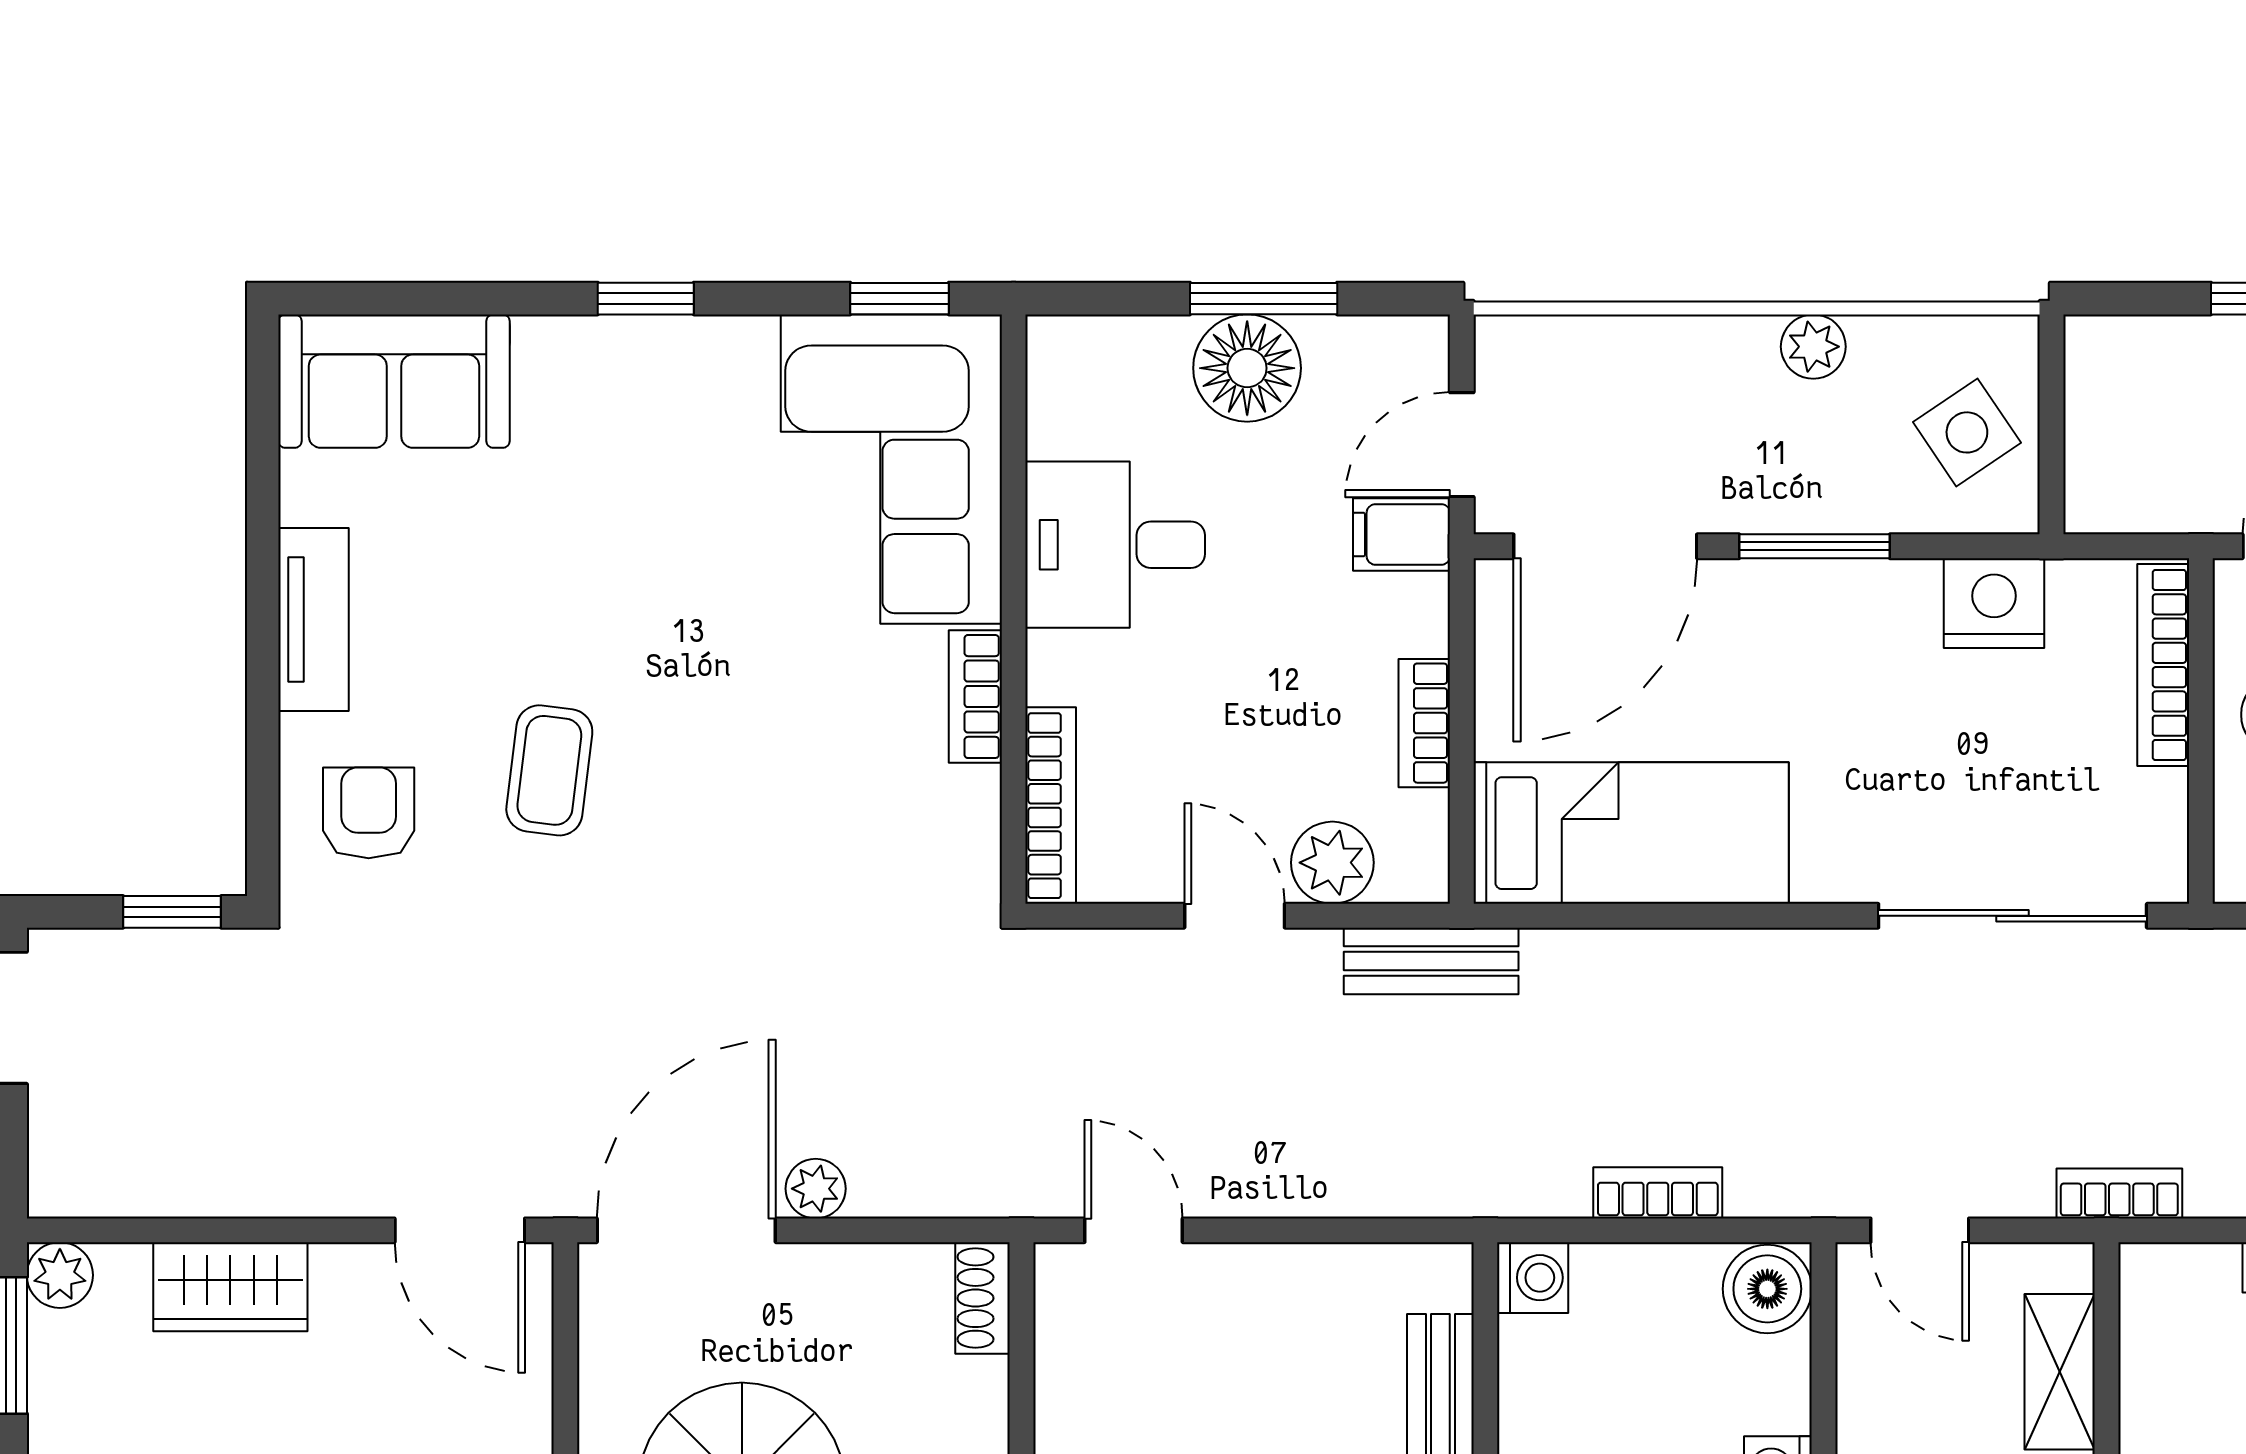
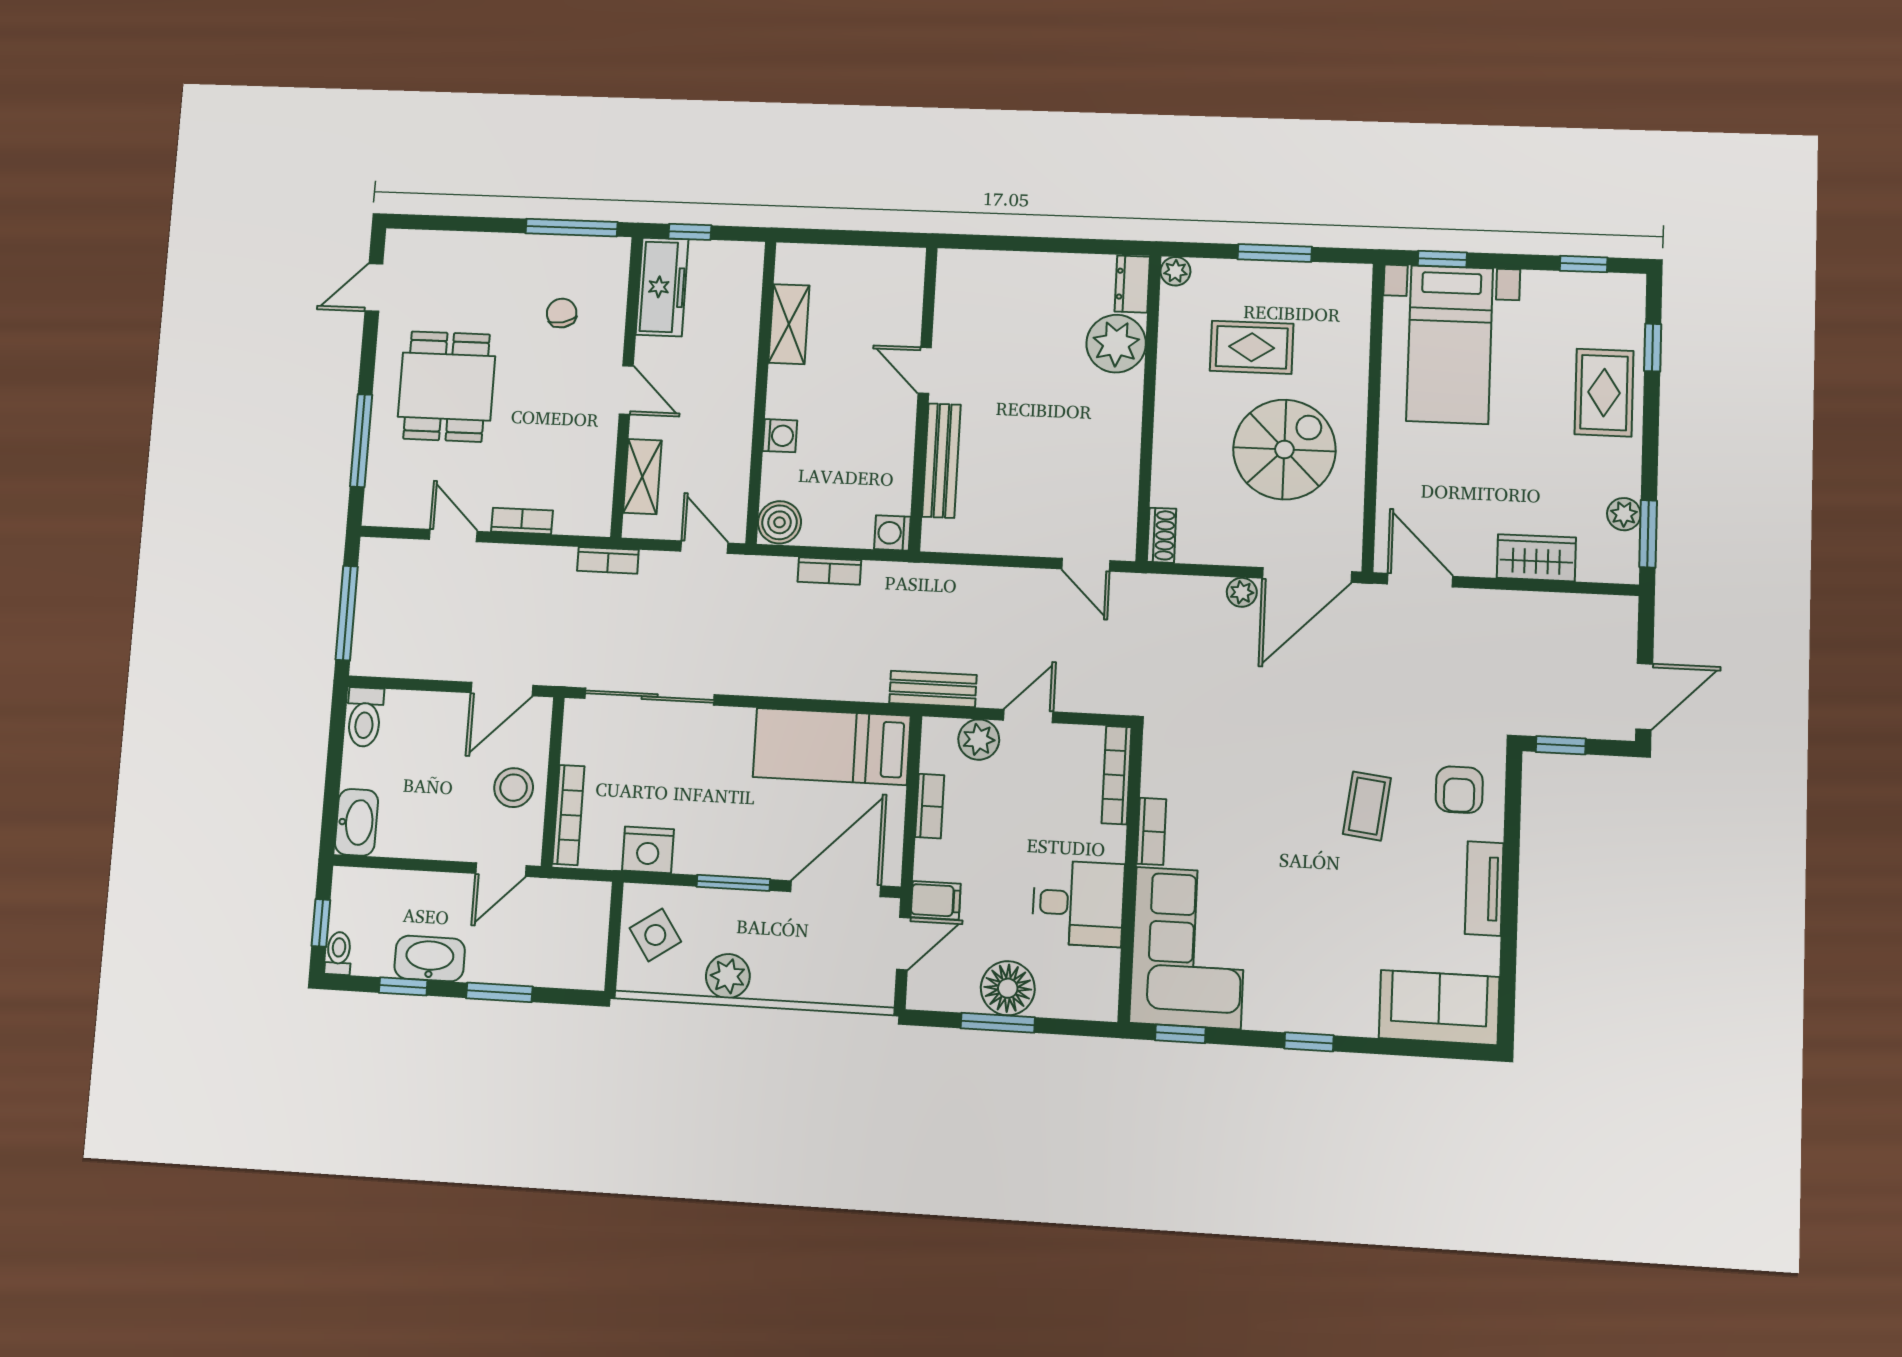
plant: (1813, 347) -> (728, 976), width x1.38, depth x1.38
door: (1235, 916) -> (1028, 716), swing flipped
plant: (60, 1275) -> (1624, 514), moved

